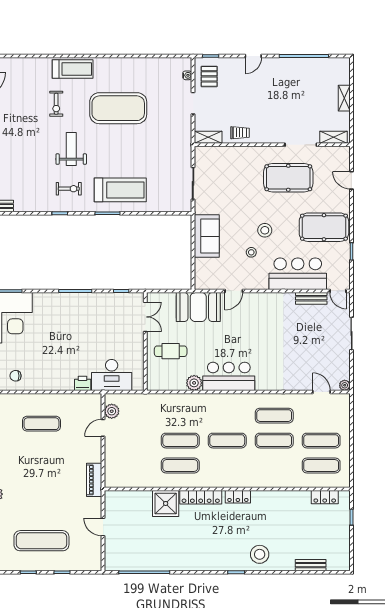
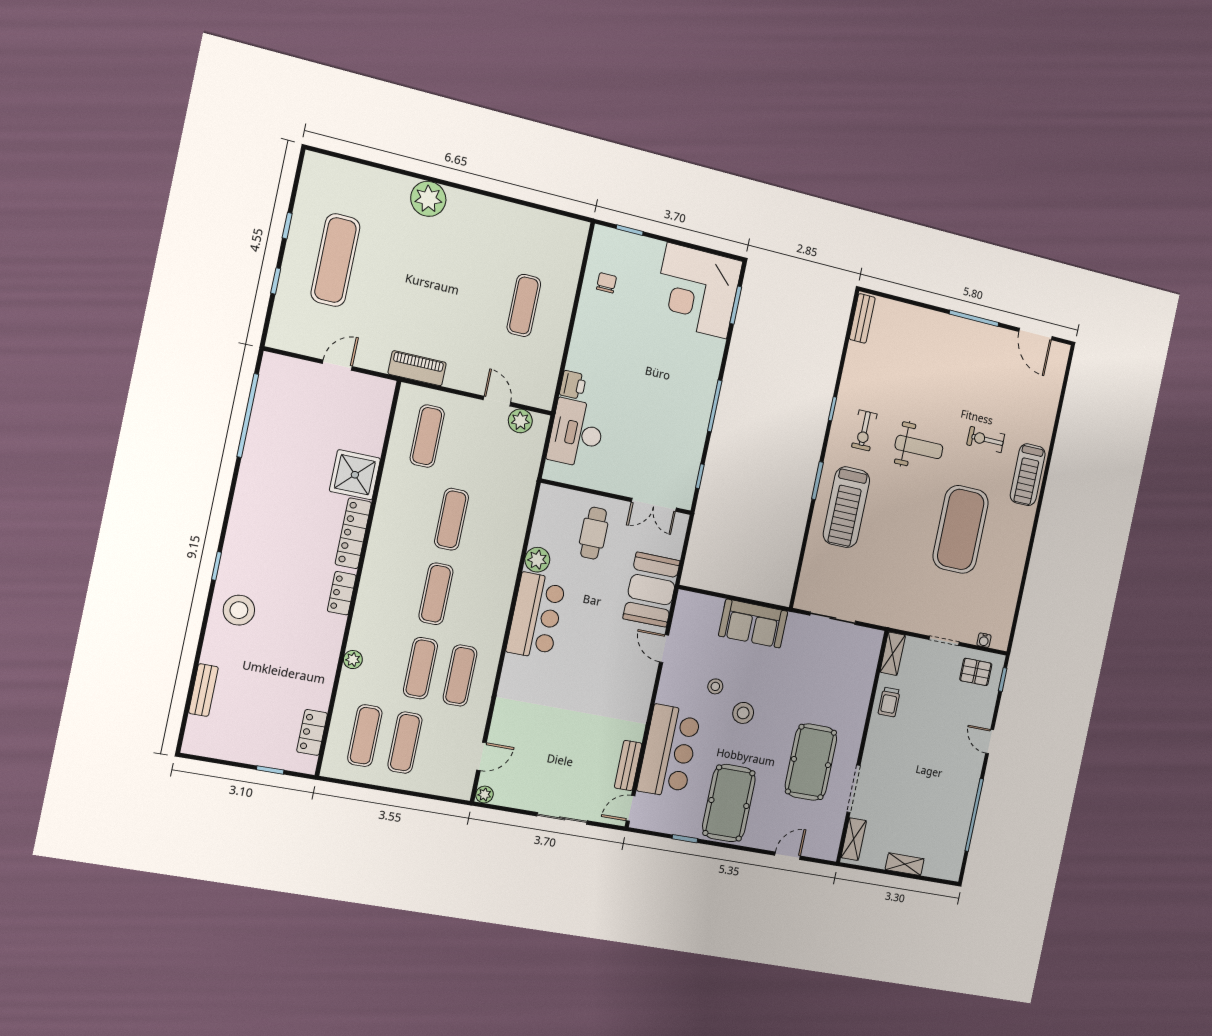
exercise mat: (180, 465) -> (427, 436), moved
plant: (276, 482) -> (353, 660), added

